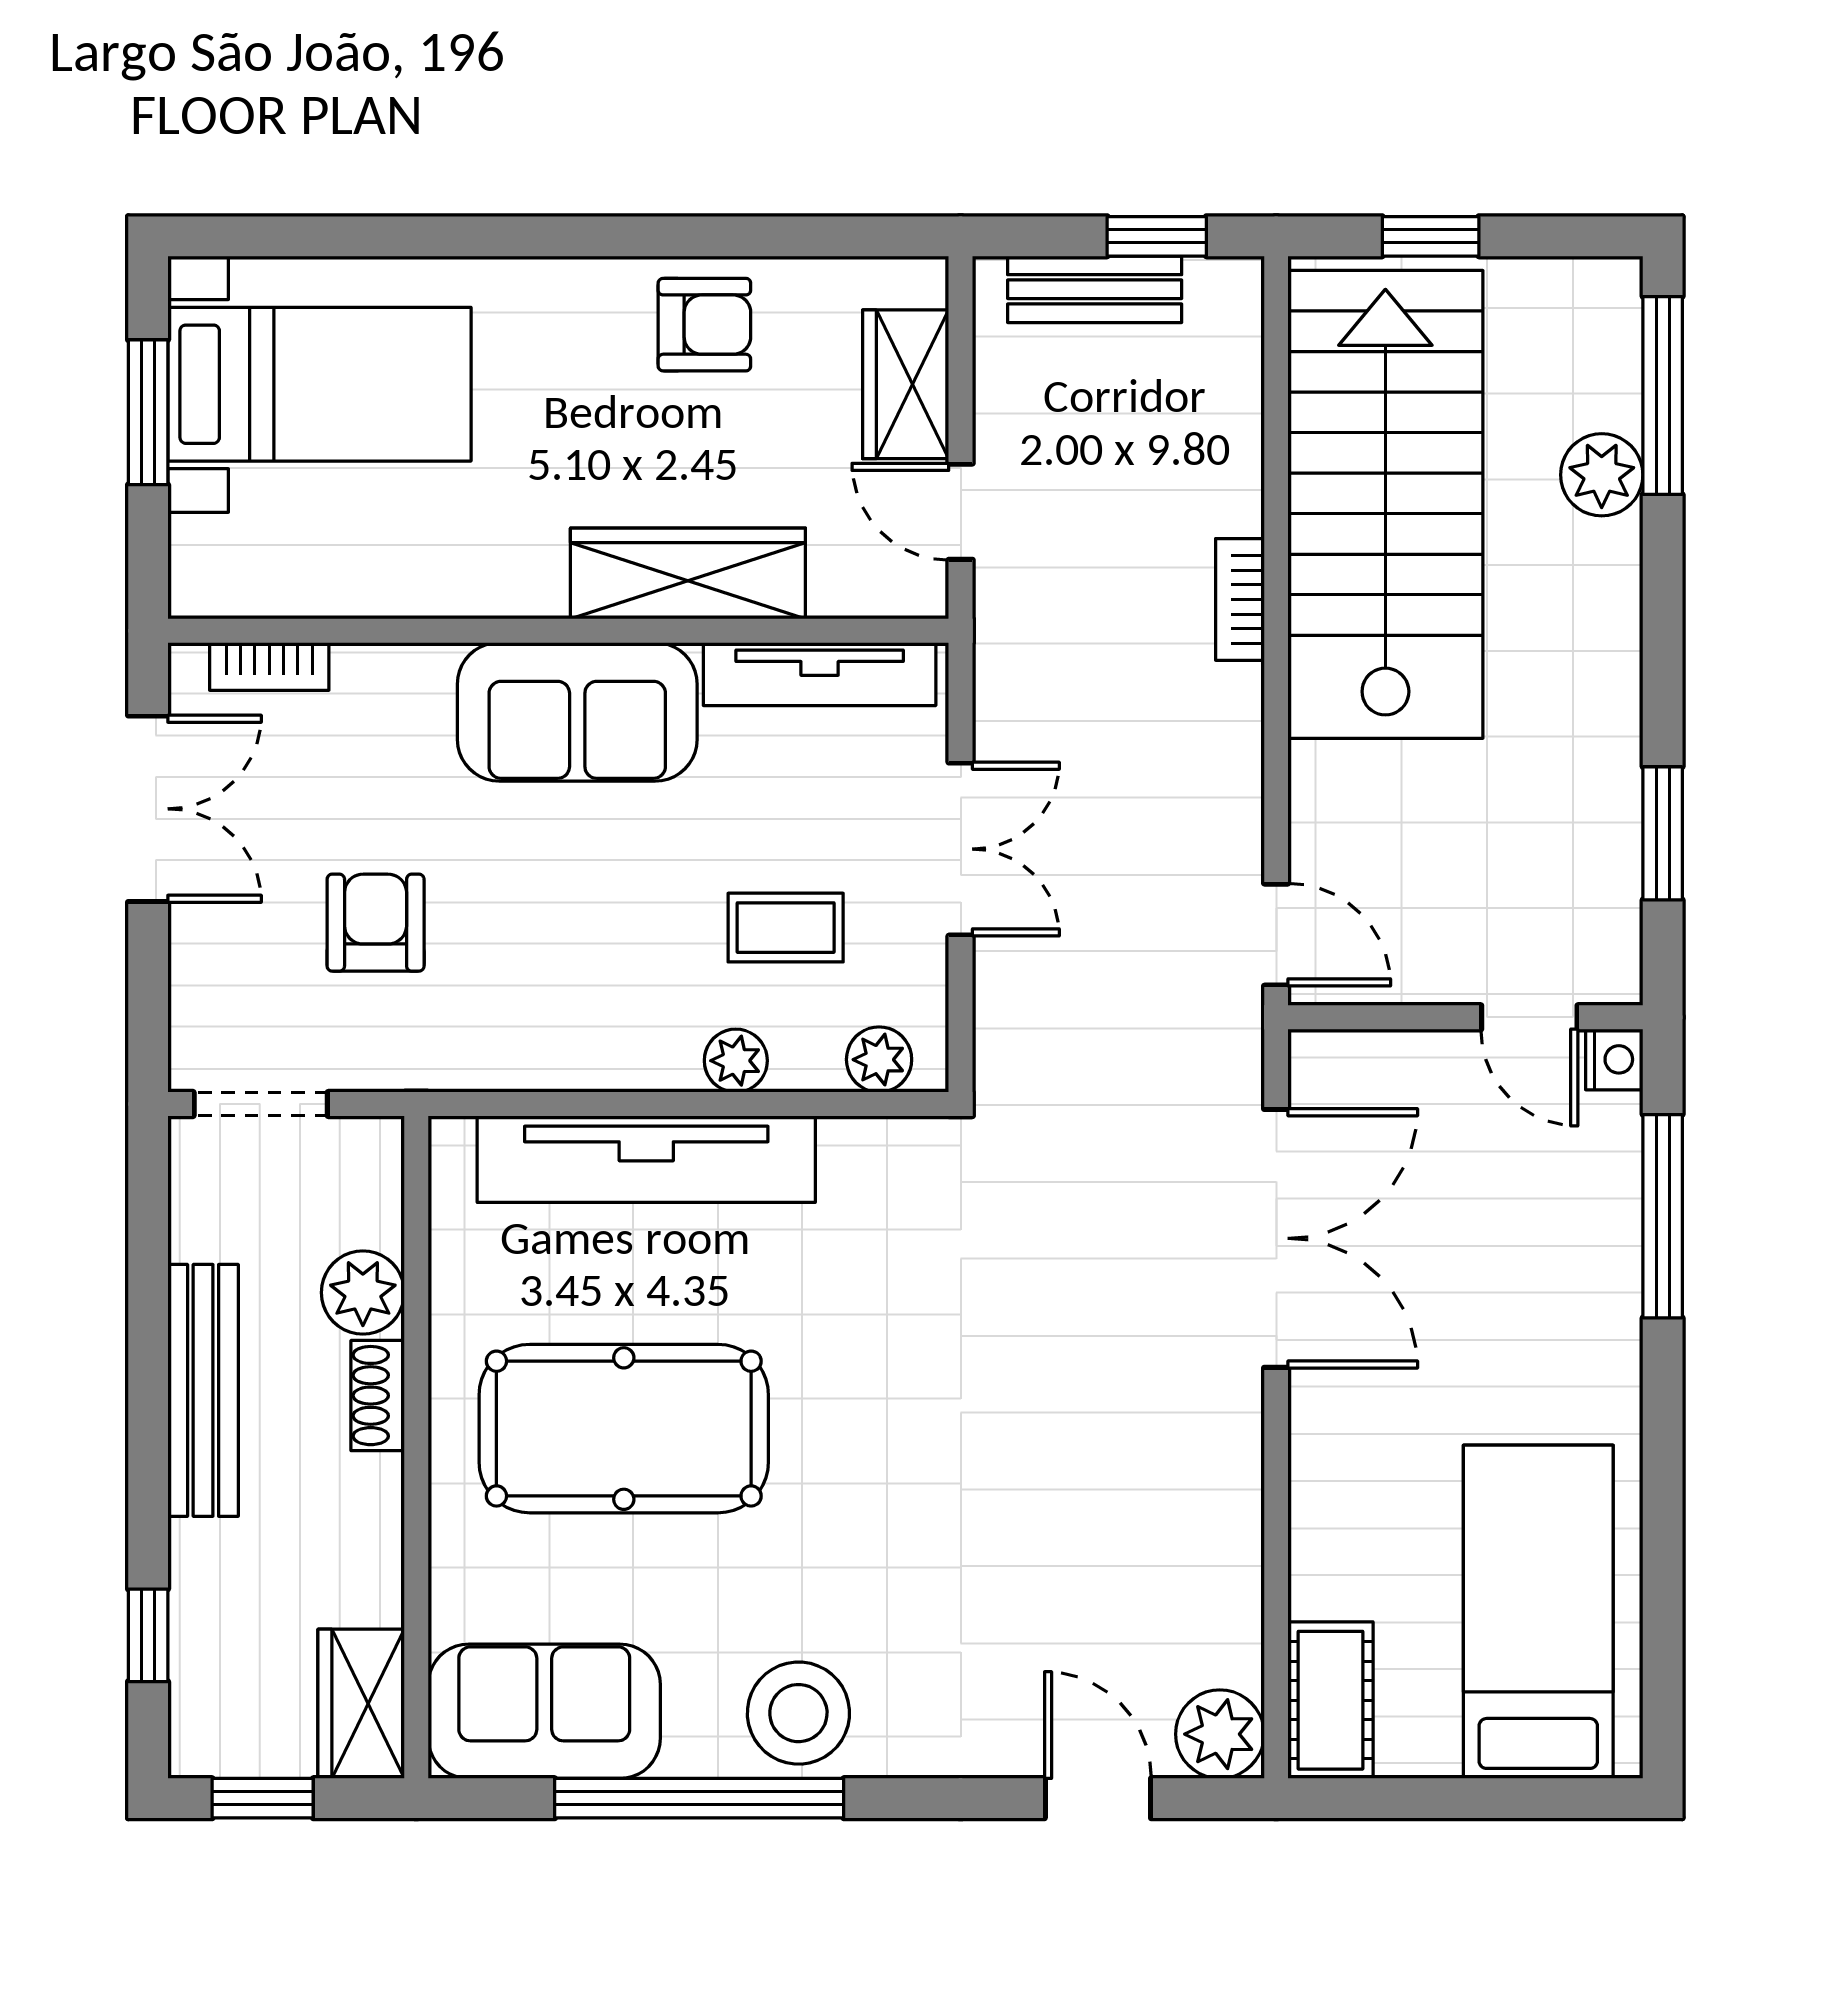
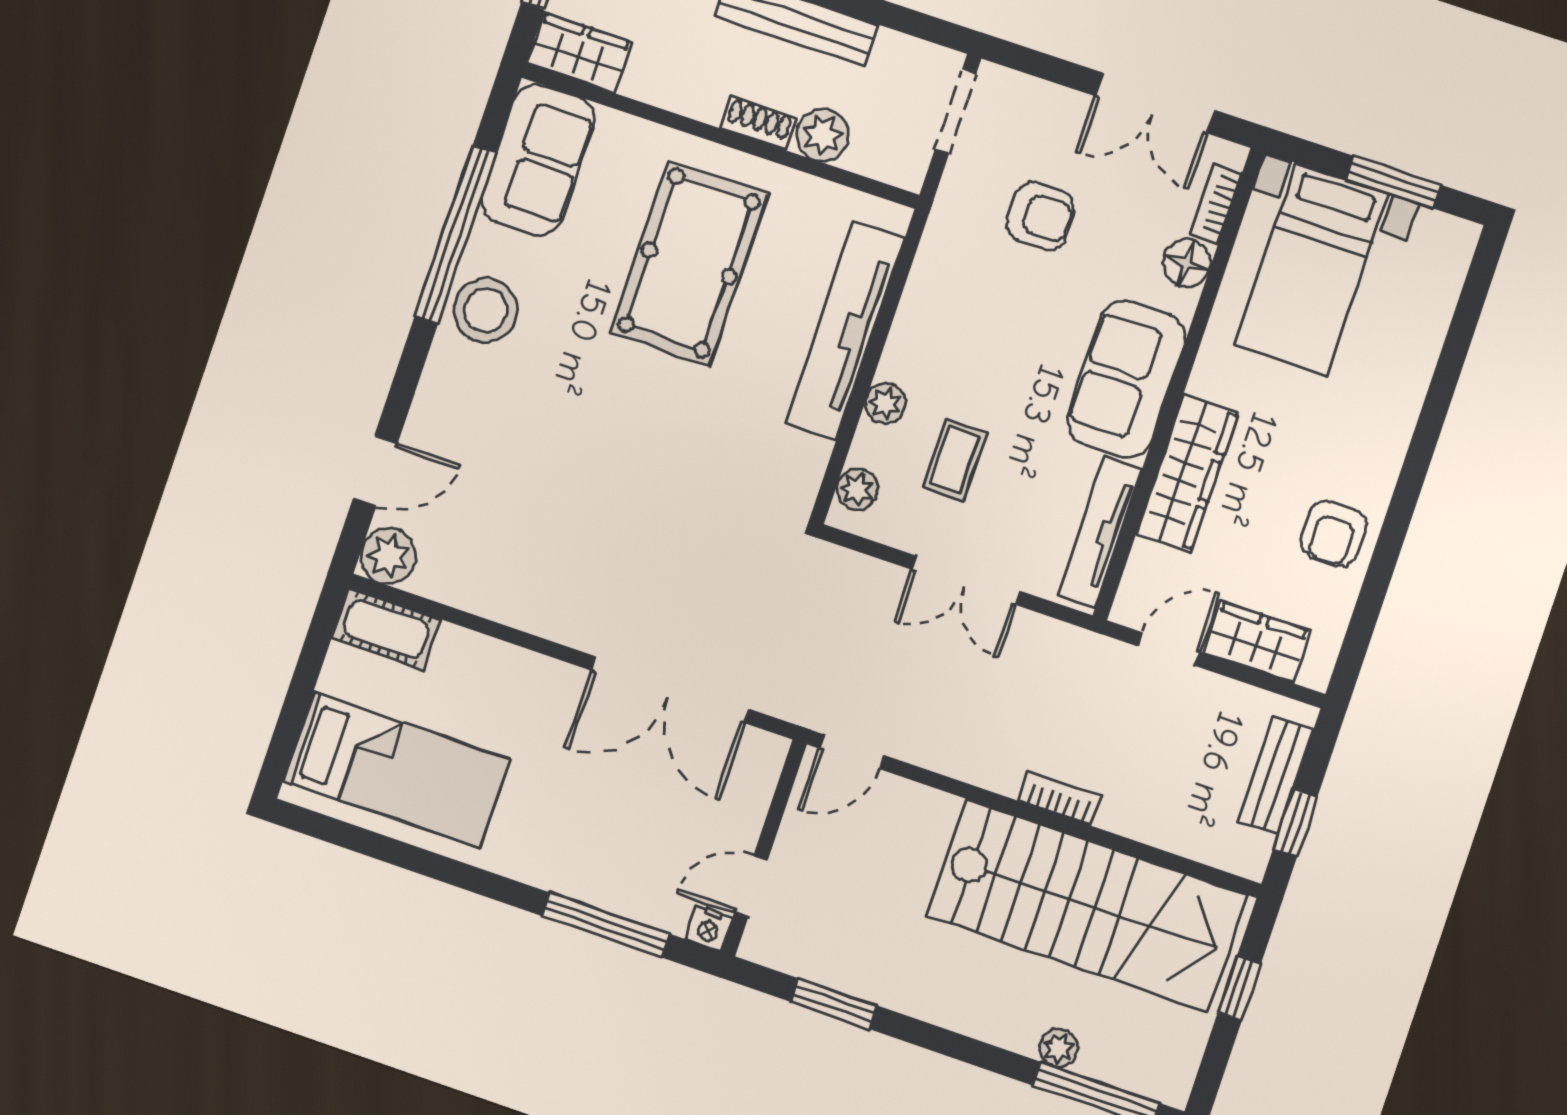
bed with nightstands: (319, 384) -> (1311, 269), moved
plant: (1602, 475) -> (1059, 1048), width x0.73, depth x0.73
floor lamp: (372, 680) -> (1187, 263), added

